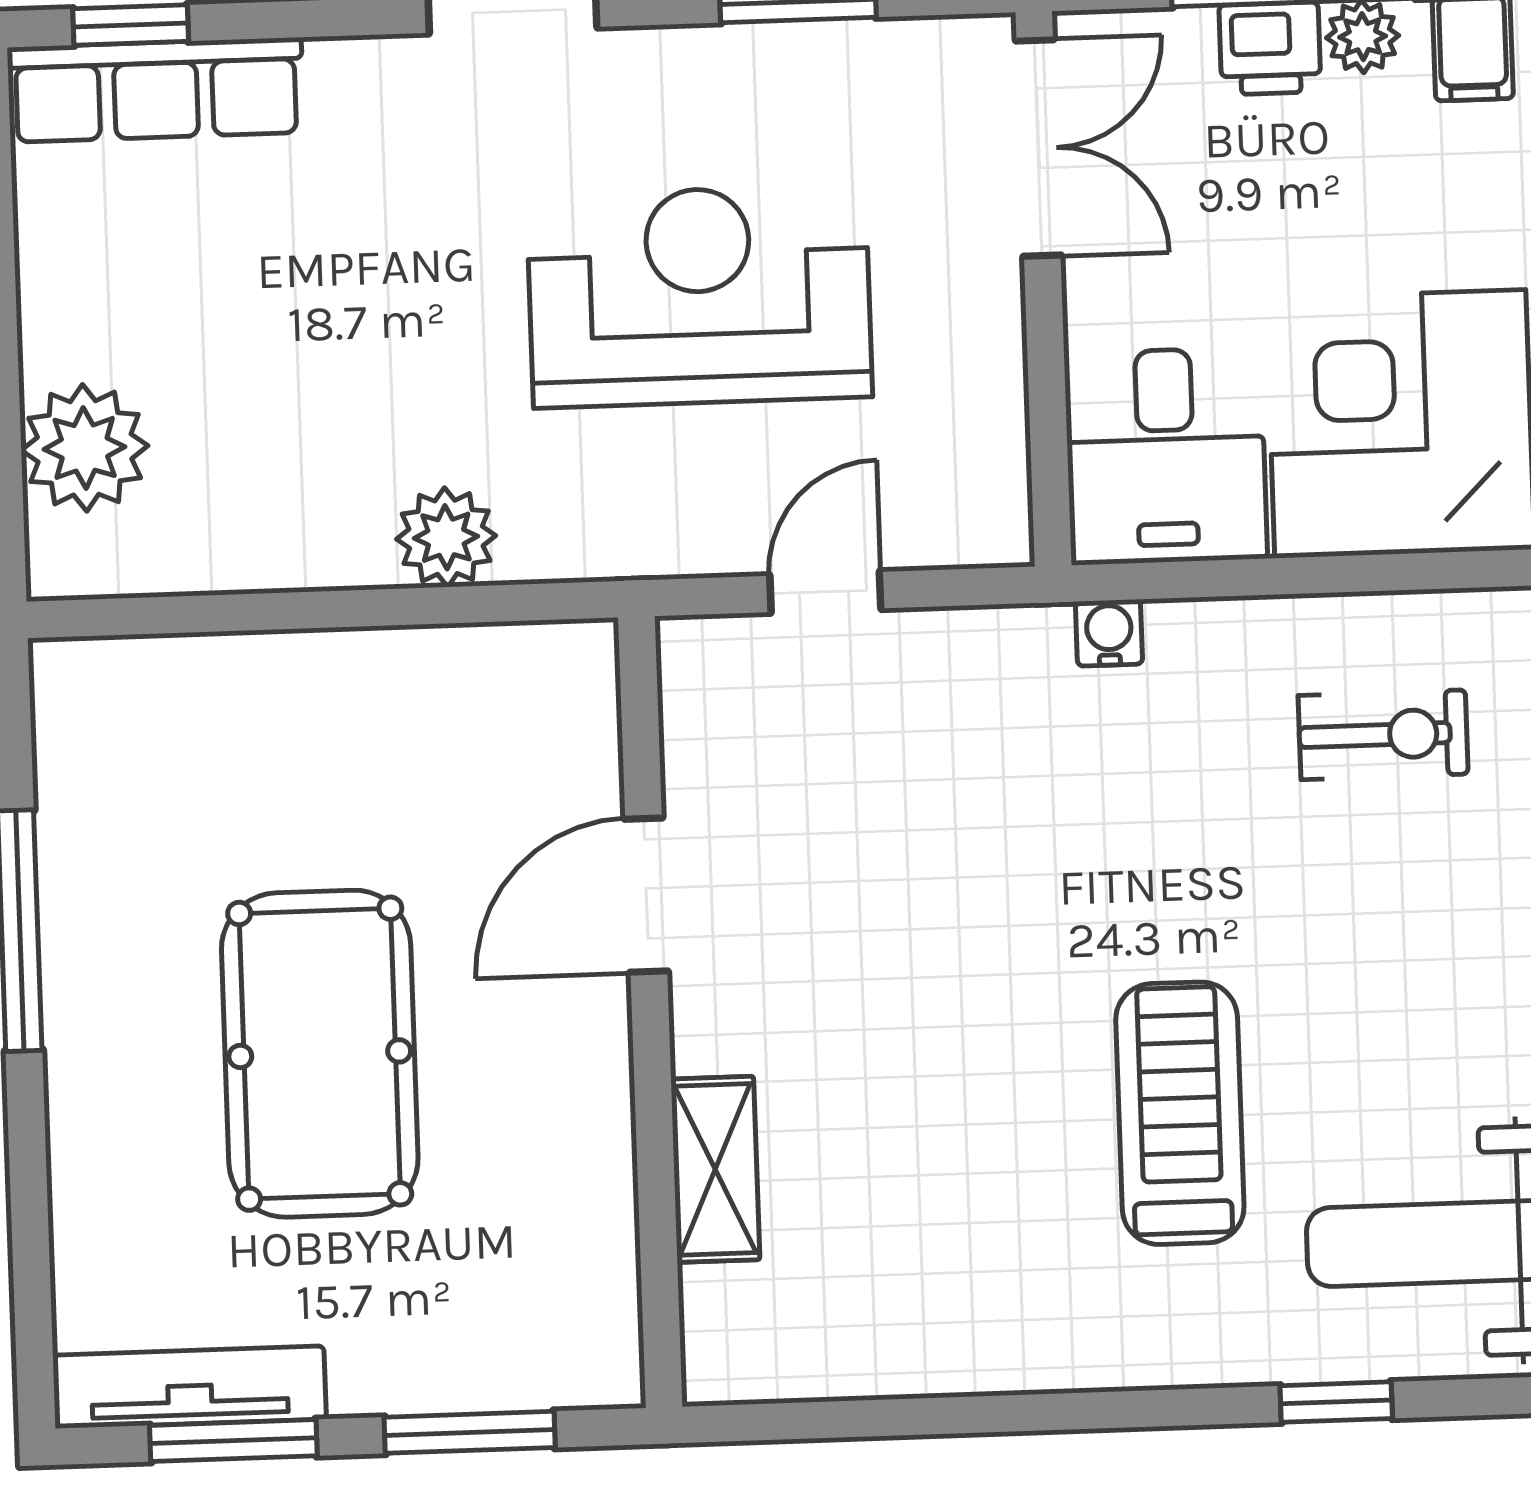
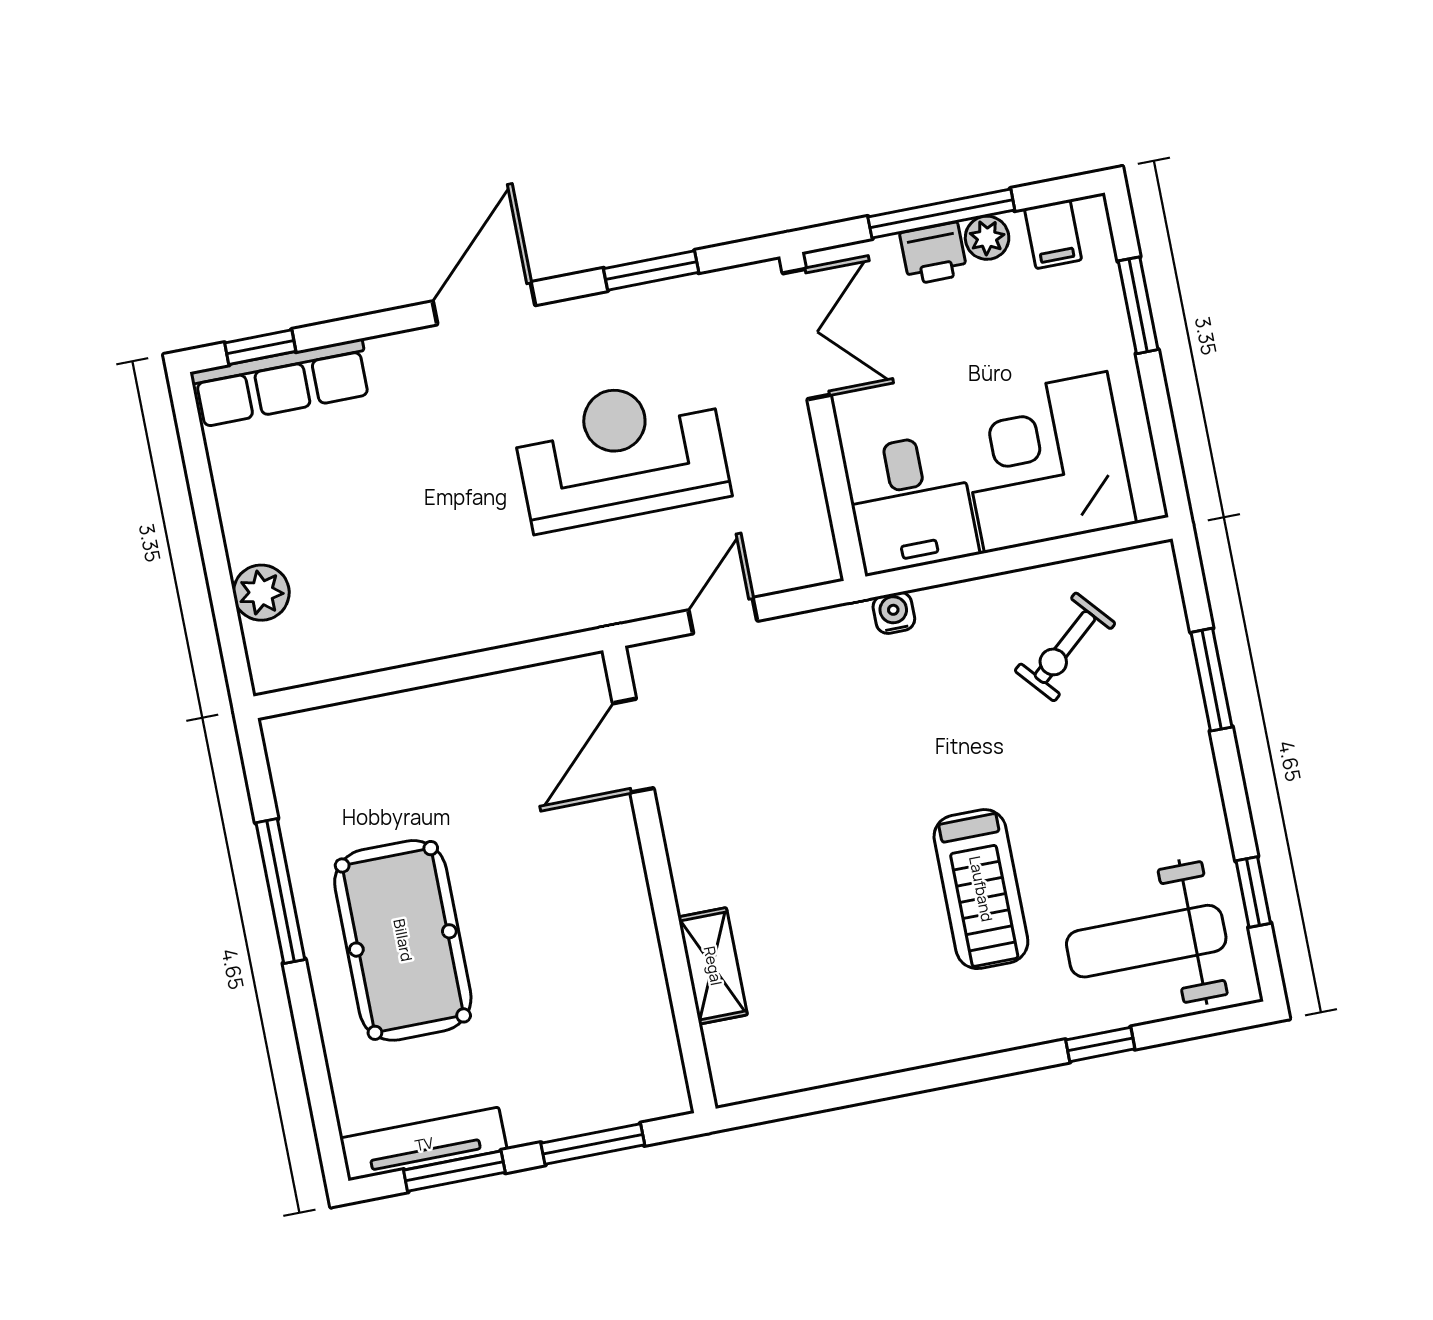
plant: (85, 448) -> (261, 593), width x0.73, depth x0.73
plant: (446, 537) -> (494, 619), removed
exercise bike: (1383, 735) -> (1065, 647), turned 139
door: (646, 895) -> (633, 746), moved
pool table: (320, 1054) -> (403, 940), moved
treadmill: (1180, 1113) -> (981, 889), turned 180

